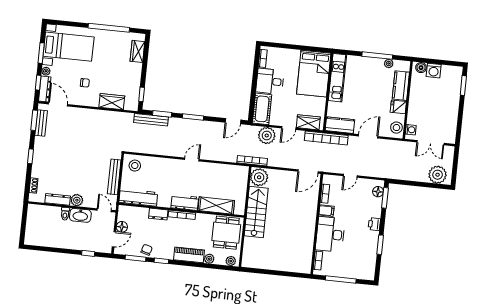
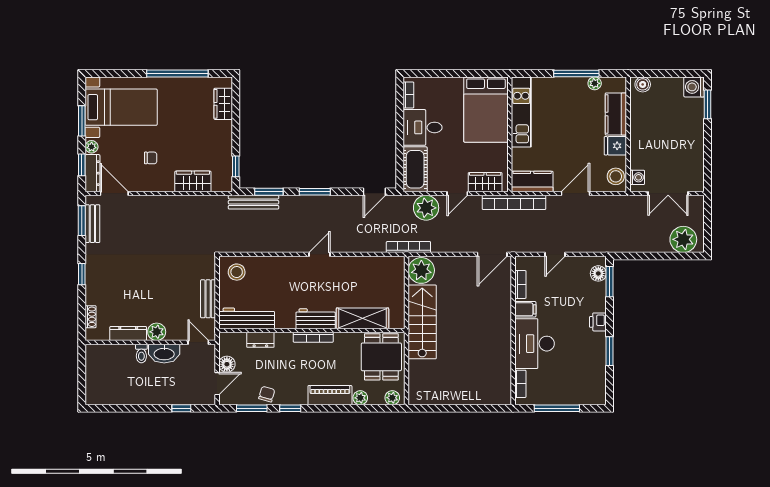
washing machine: (434, 71) -> (694, 87), moved, turned 90
bench: (114, 177) -> (208, 299), width x0.73
dresser: (158, 214) -> (260, 340), moved

